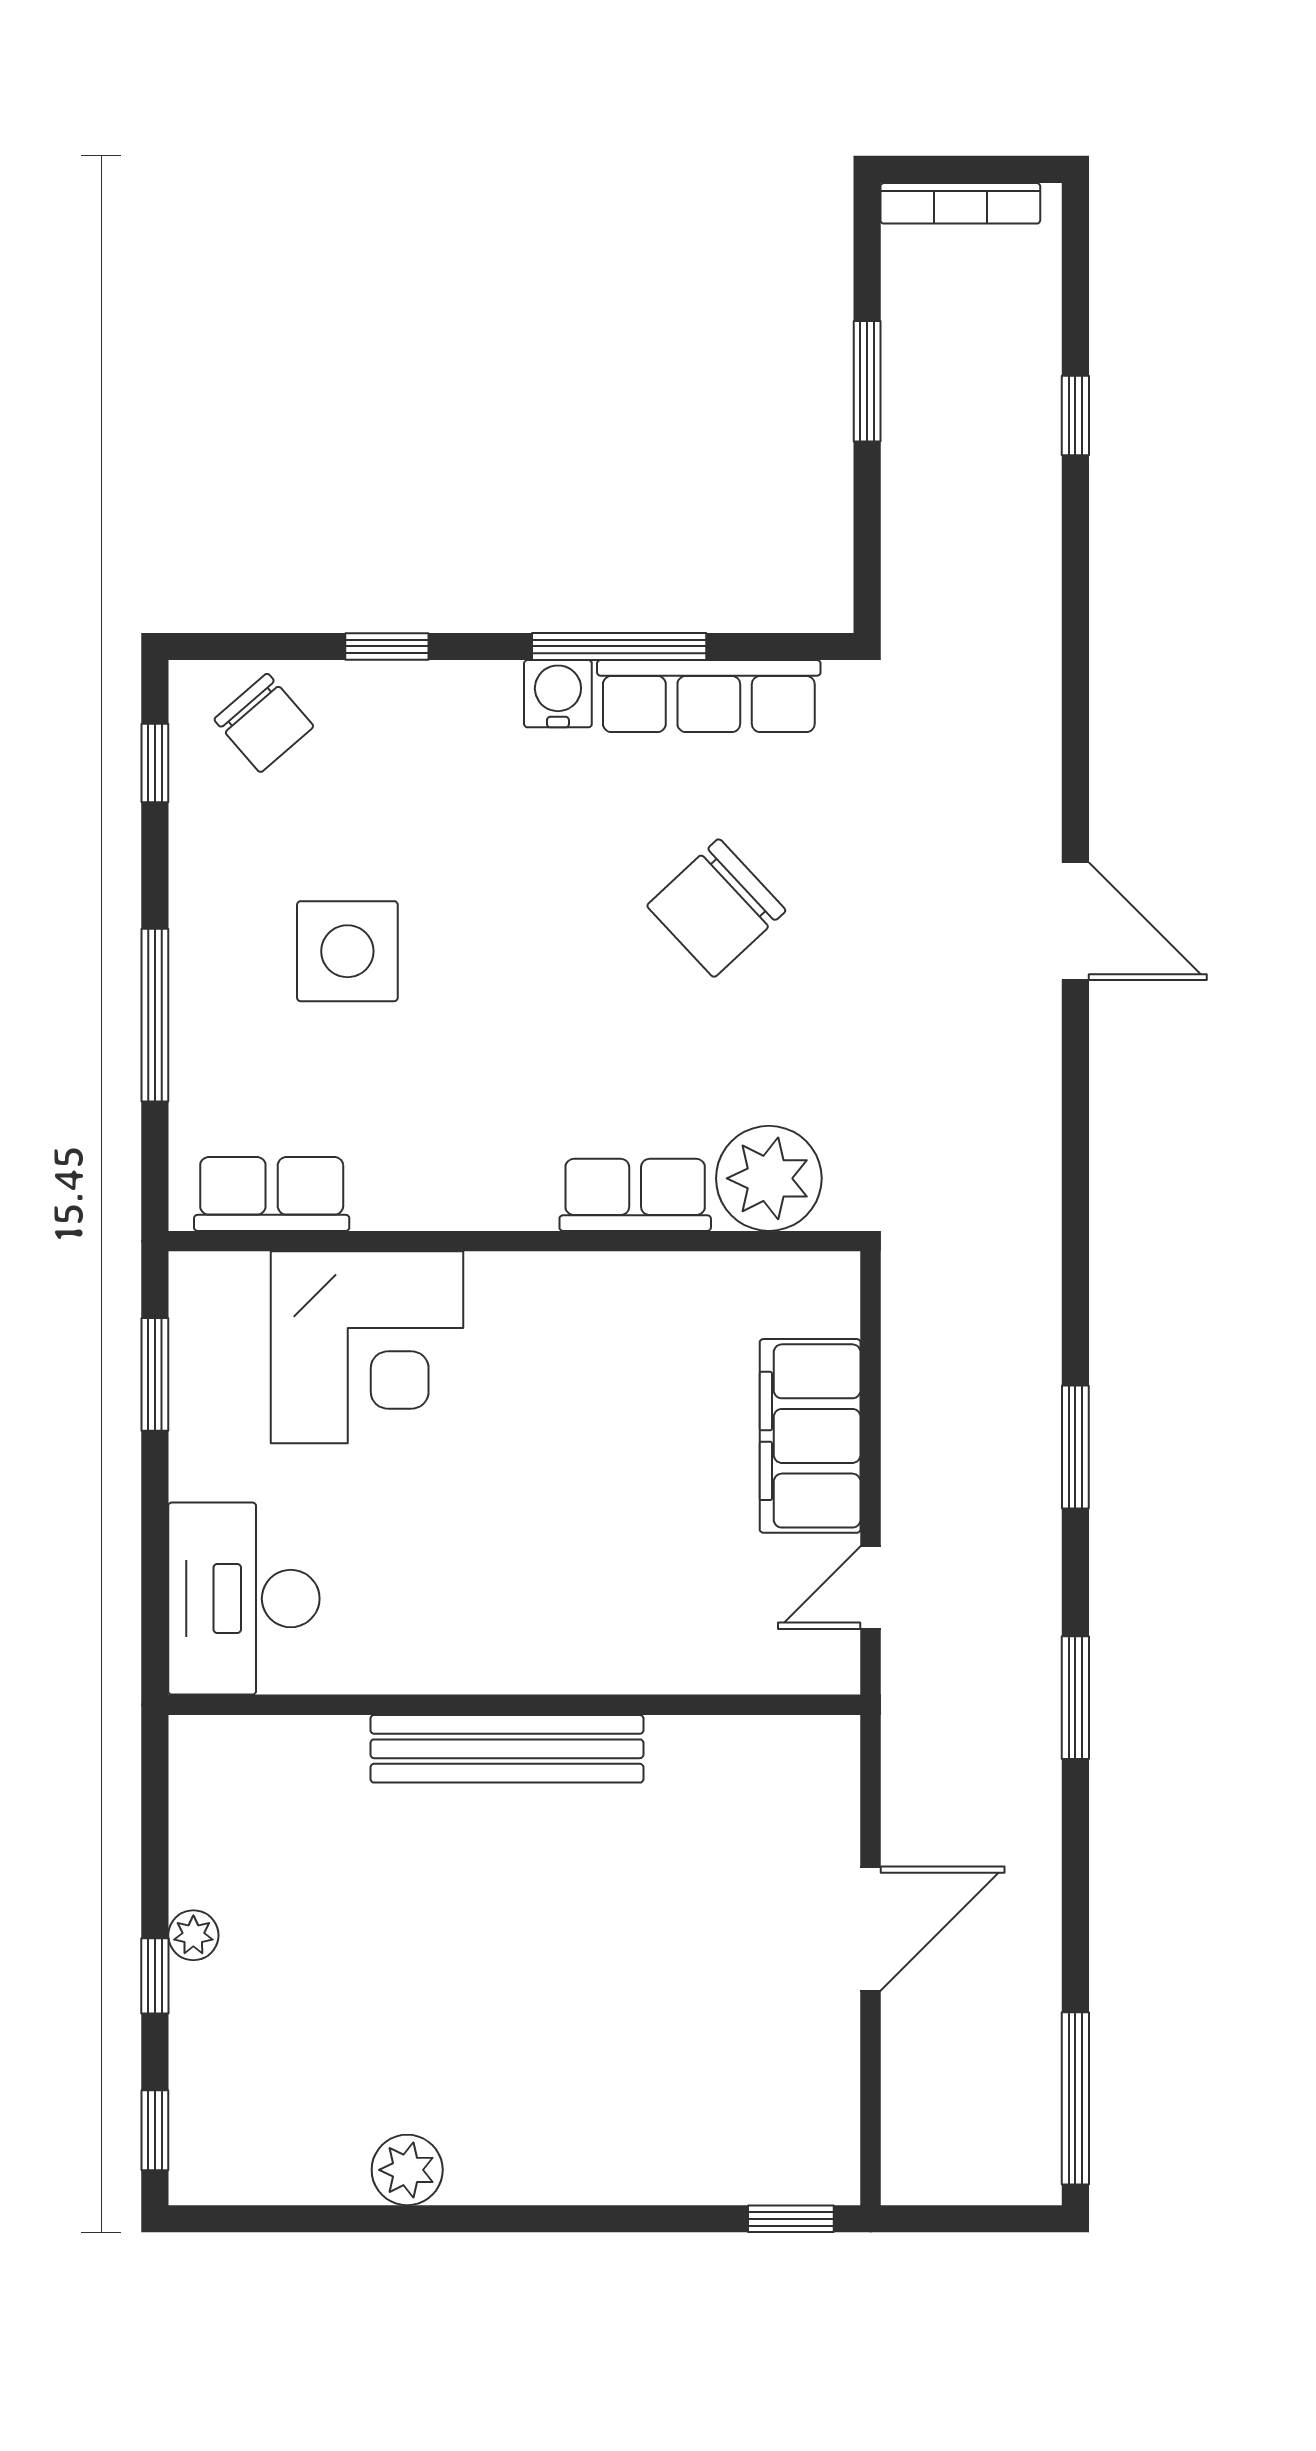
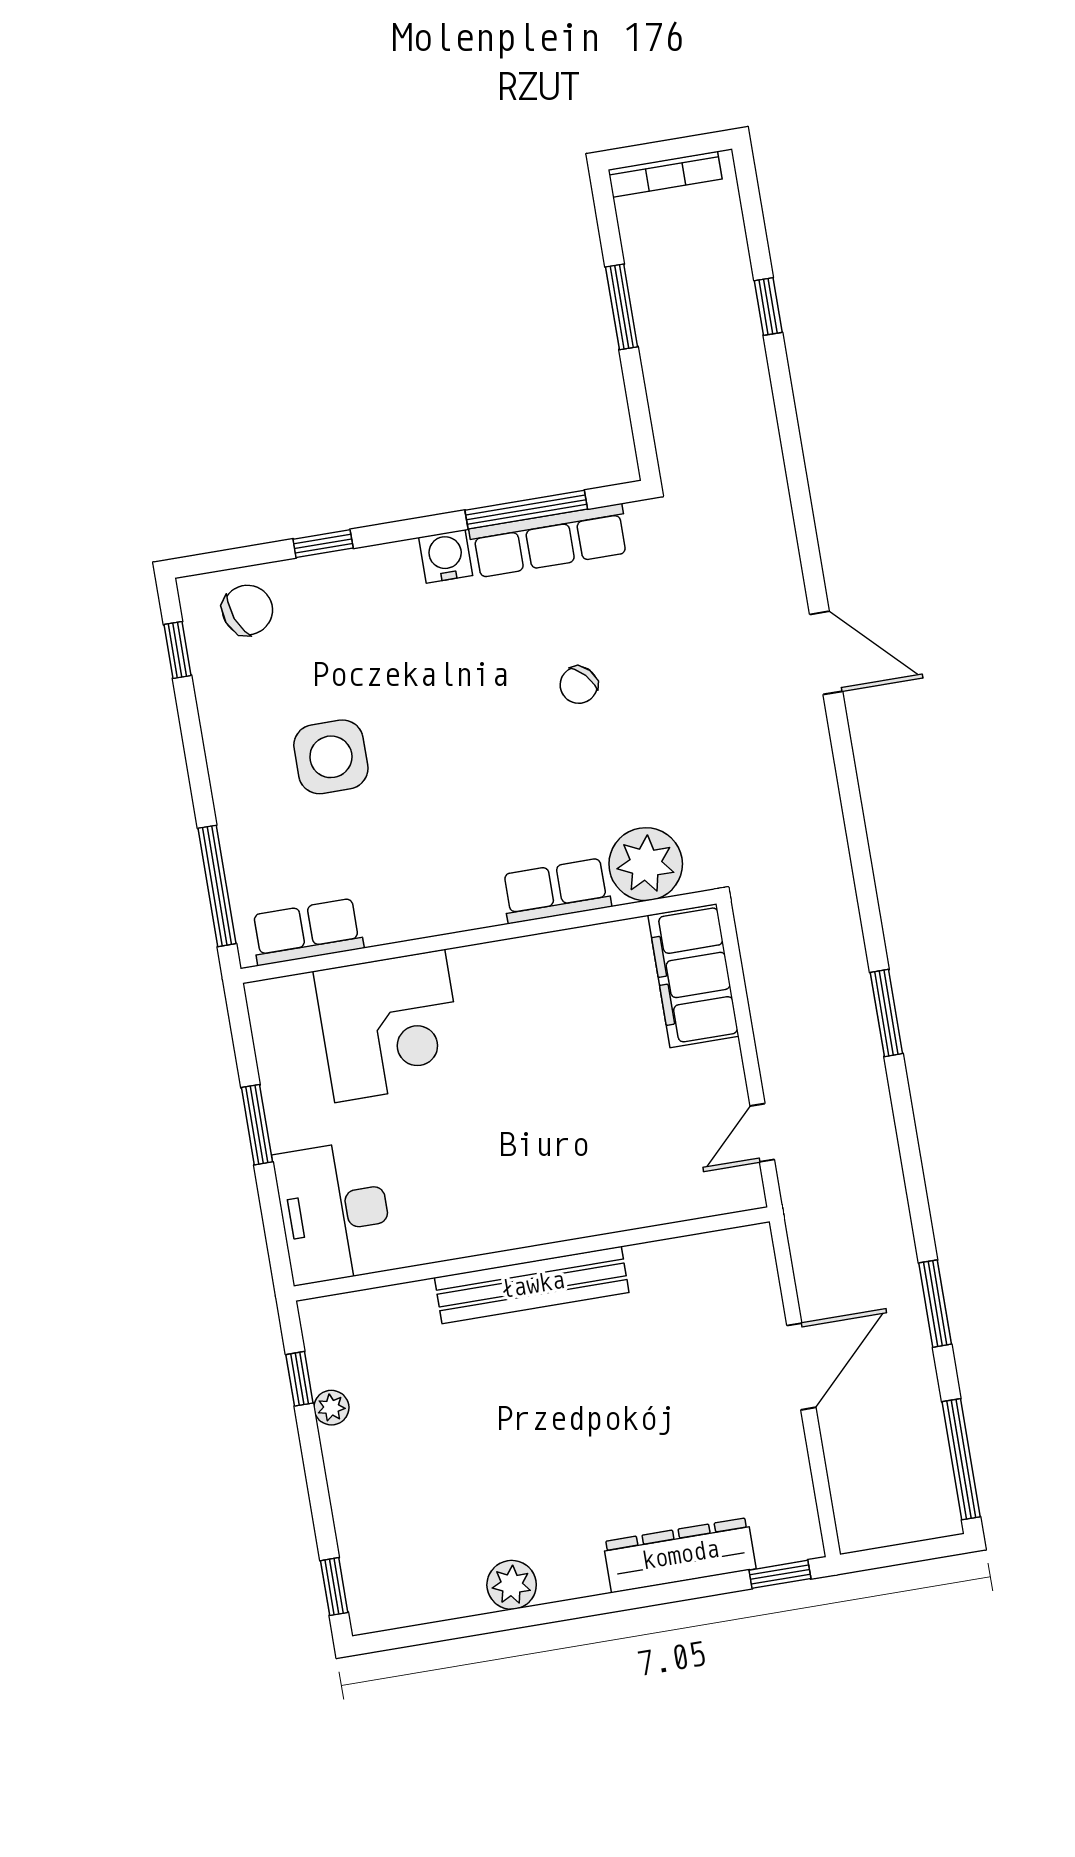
window: (619, 646) -> (526, 510), moved
chair: (264, 723) -> (248, 610), turned -70
chair: (716, 908) -> (579, 685), width x0.54, depth x0.54
window: (155, 1015) -> (217, 886), moved
window: (155, 1374) -> (257, 1125), moved
filing cabinet: (810, 1436) -> (693, 976), moved
window: (1075, 1698) -> (935, 1304), moved
plant: (193, 1935) -> (331, 1408), moved
window: (155, 1976) -> (299, 1379), moved
dresser: (653, 2168) -> (680, 1555), added

